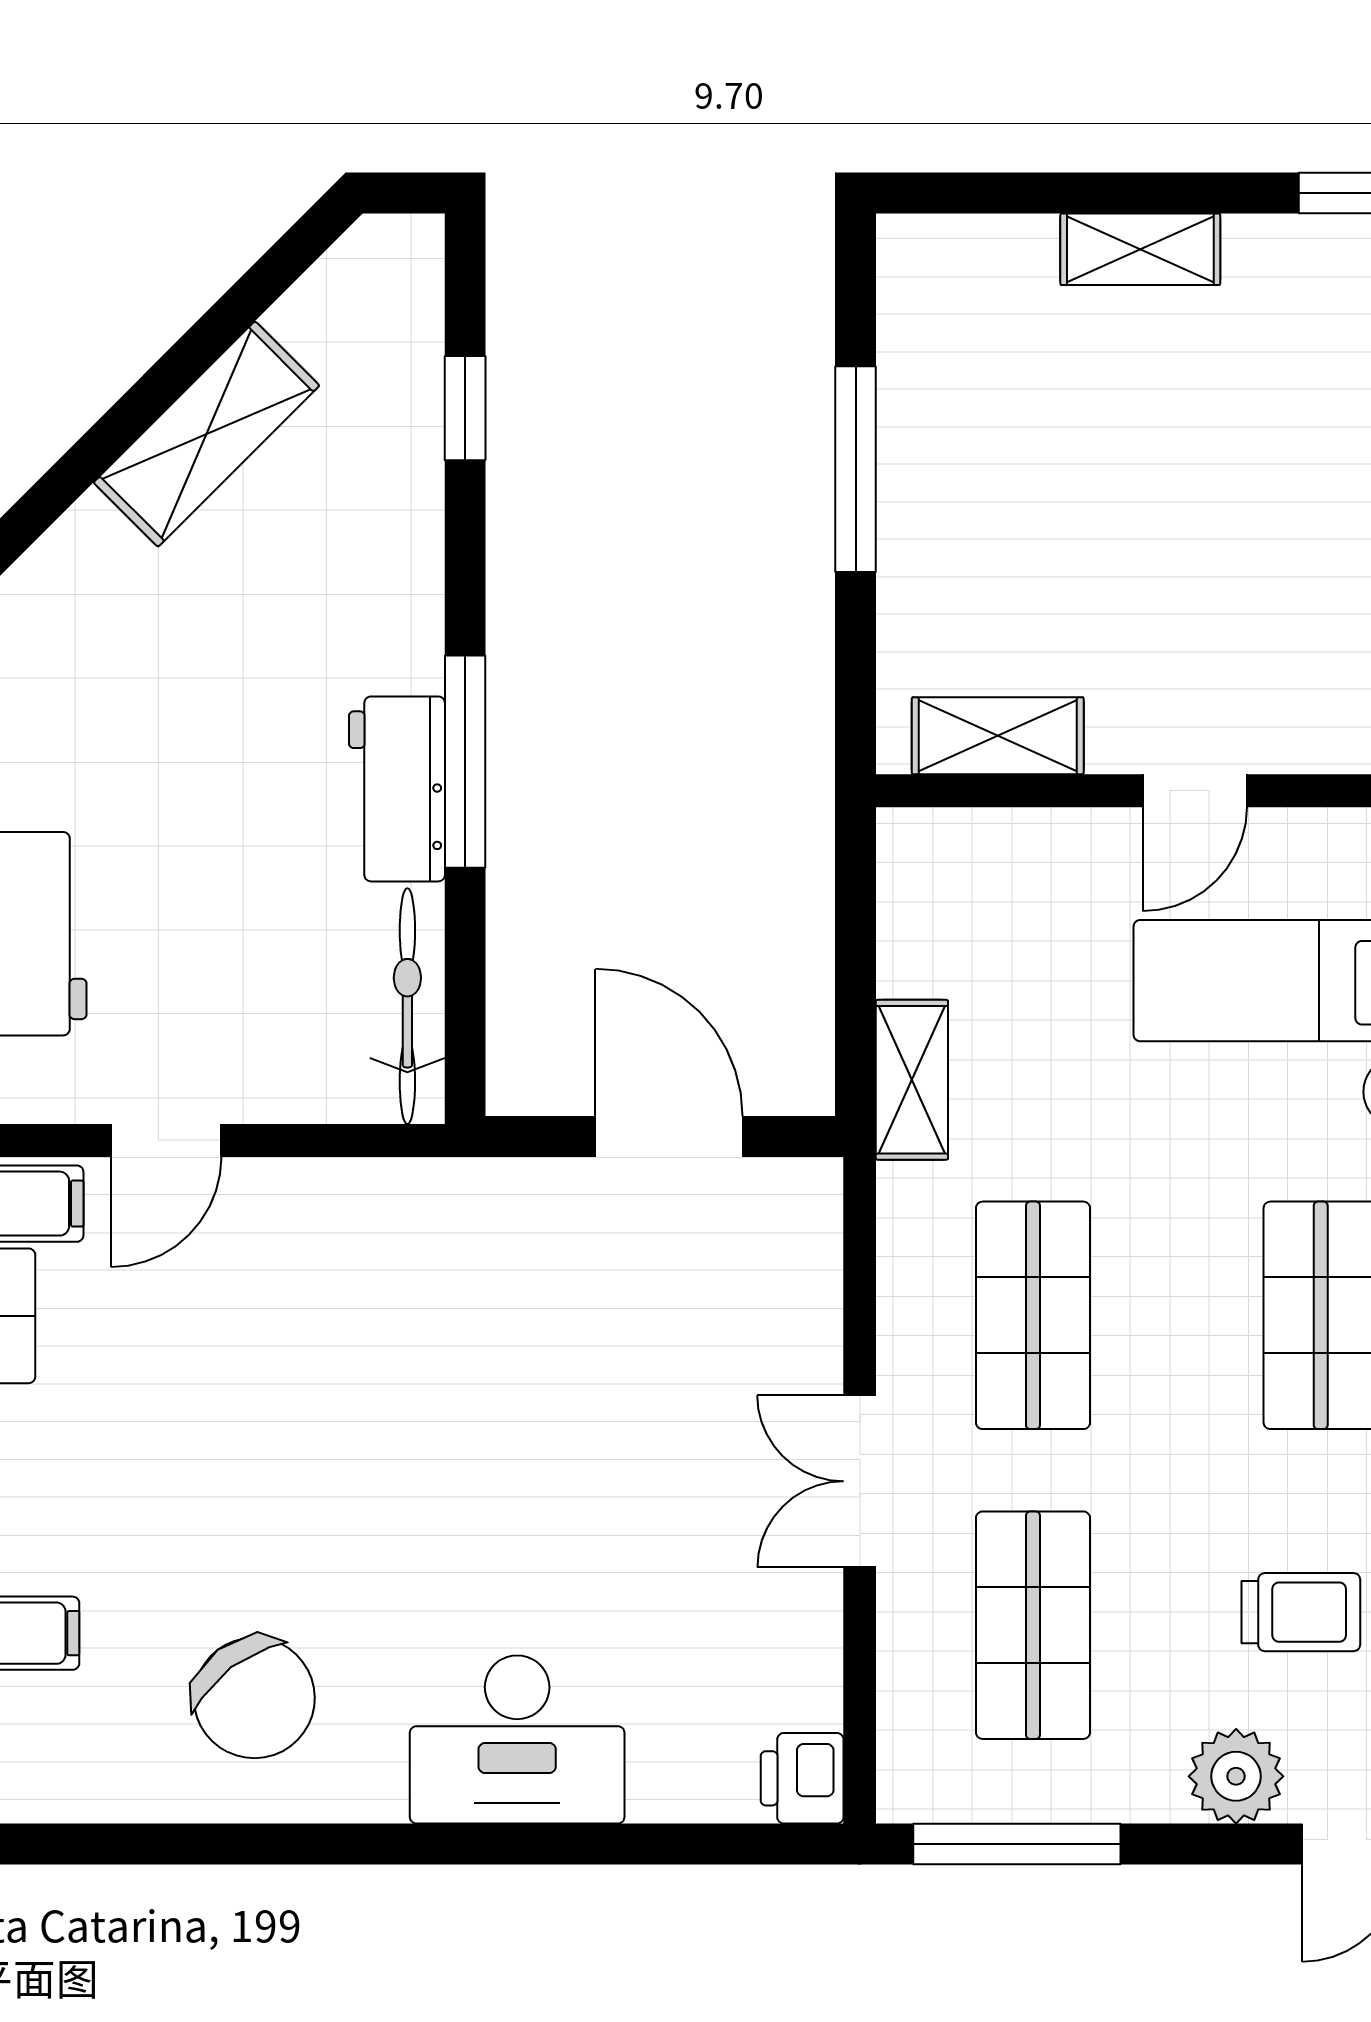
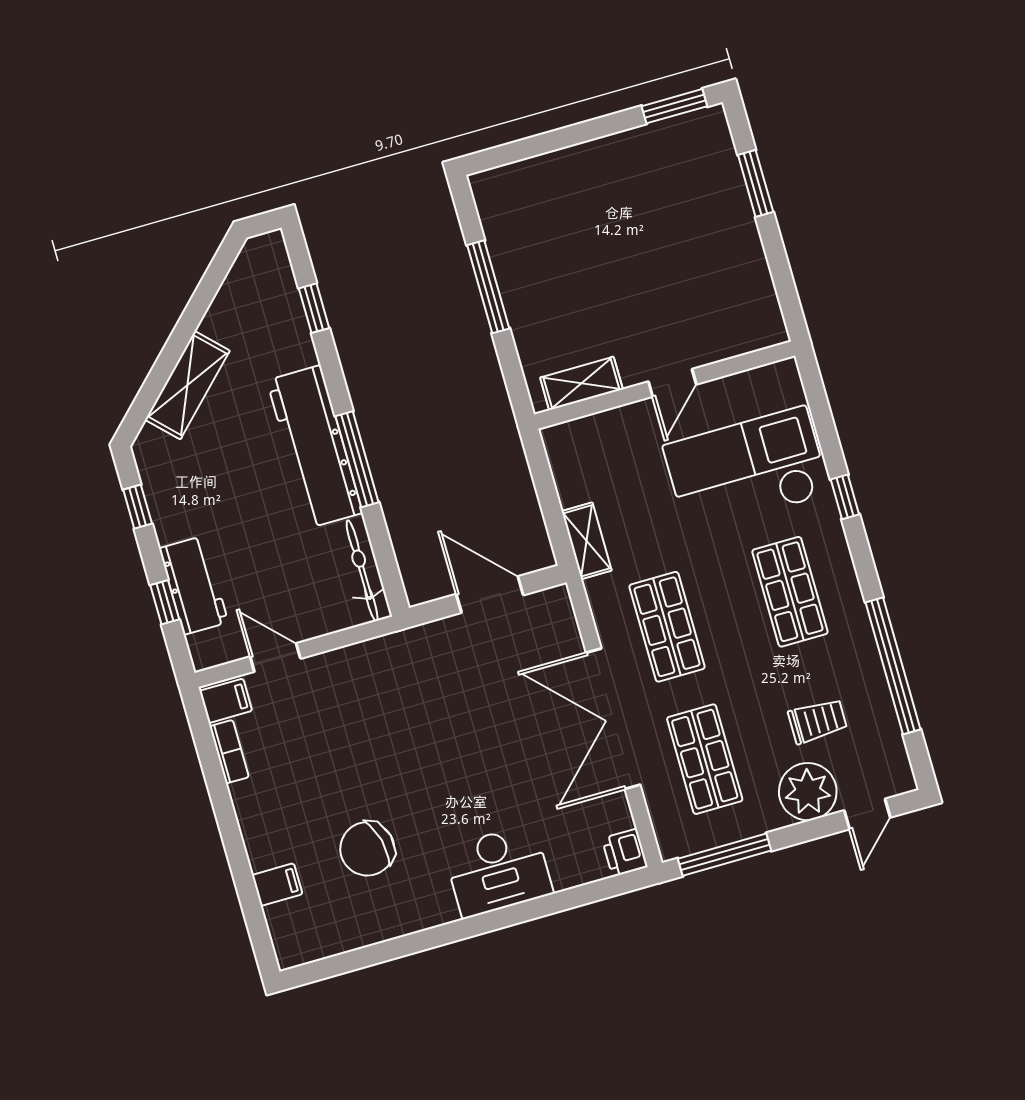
shelving: (1140, 249) -> (583, 158), removed
shelving: (207, 434) -> (187, 385), moved
workbench: (397, 789) -> (315, 447), width x1.88, depth x1.32
door: (166, 1140) -> (275, 658), swing flipped
double door: (860, 1481) -> (613, 719), width x1.87
chair: (254, 1698) -> (367, 849), moved, turned 113
plant: (1236, 1776) -> (808, 792), width x1.36, depth x1.36

